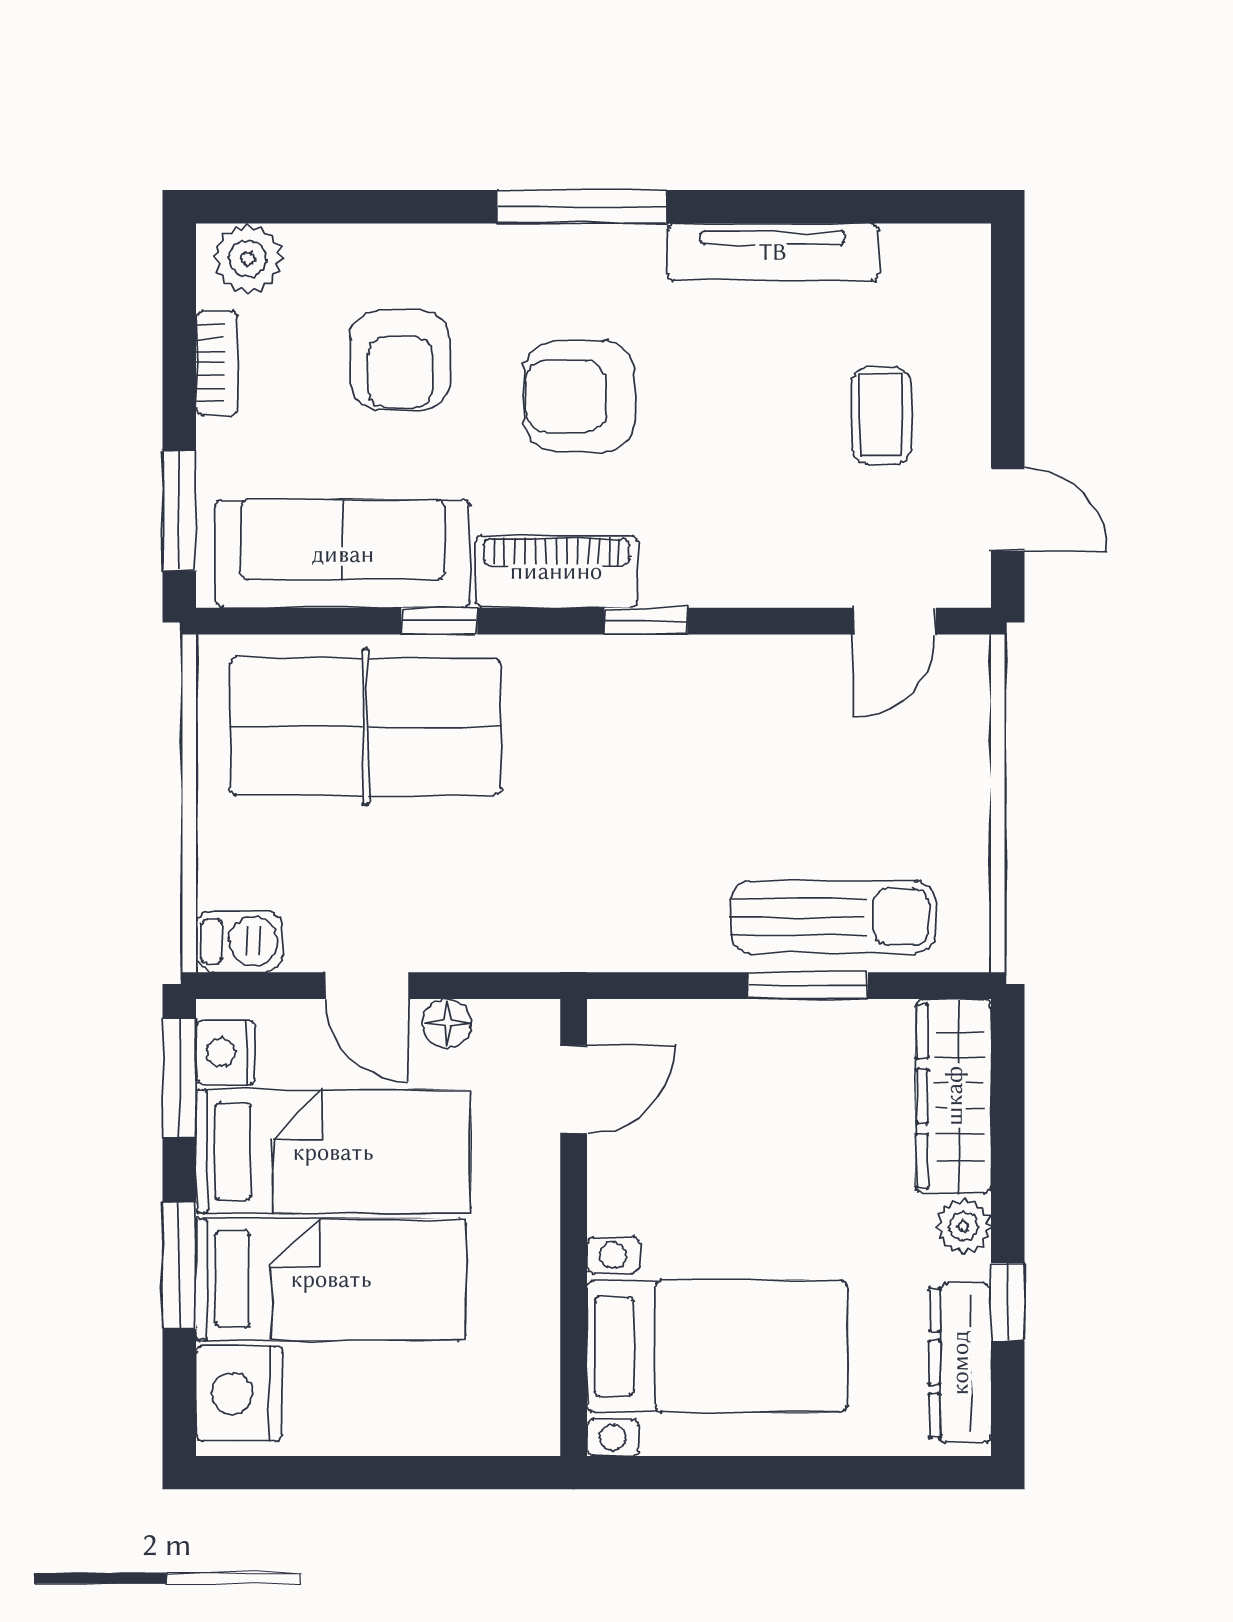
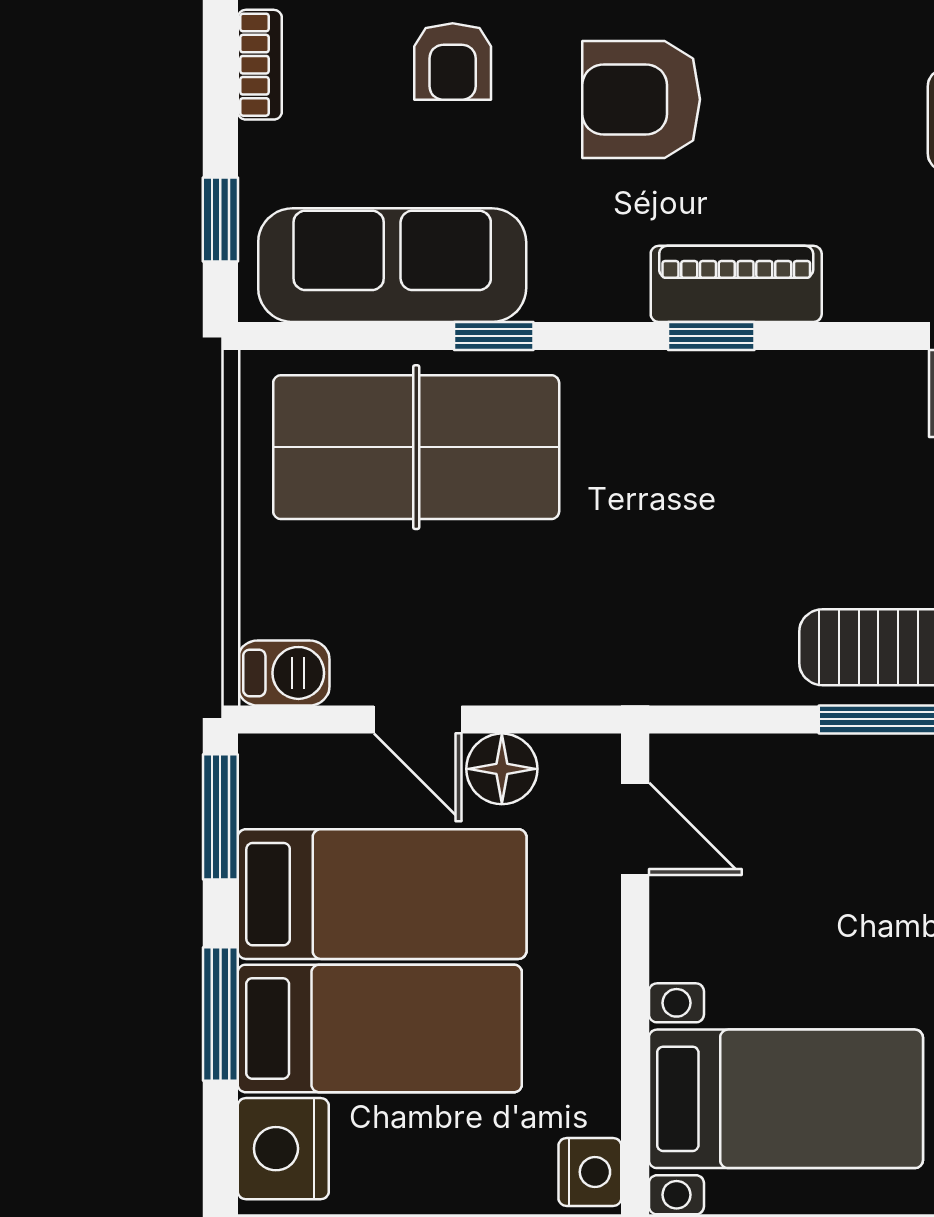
armchair: (400, 360) -> (453, 61), width x0.72, depth x0.72
window: (179, 510) -> (220, 219), width x0.67
piano: (556, 571) -> (736, 284), moved
floor lamp: (447, 1023) -> (502, 769), width x1.37, depth x1.37
nightstand: (226, 1052) -> (590, 1172), moved, turned 180
door: (574, 1090) -> (635, 829), hinge flipped

